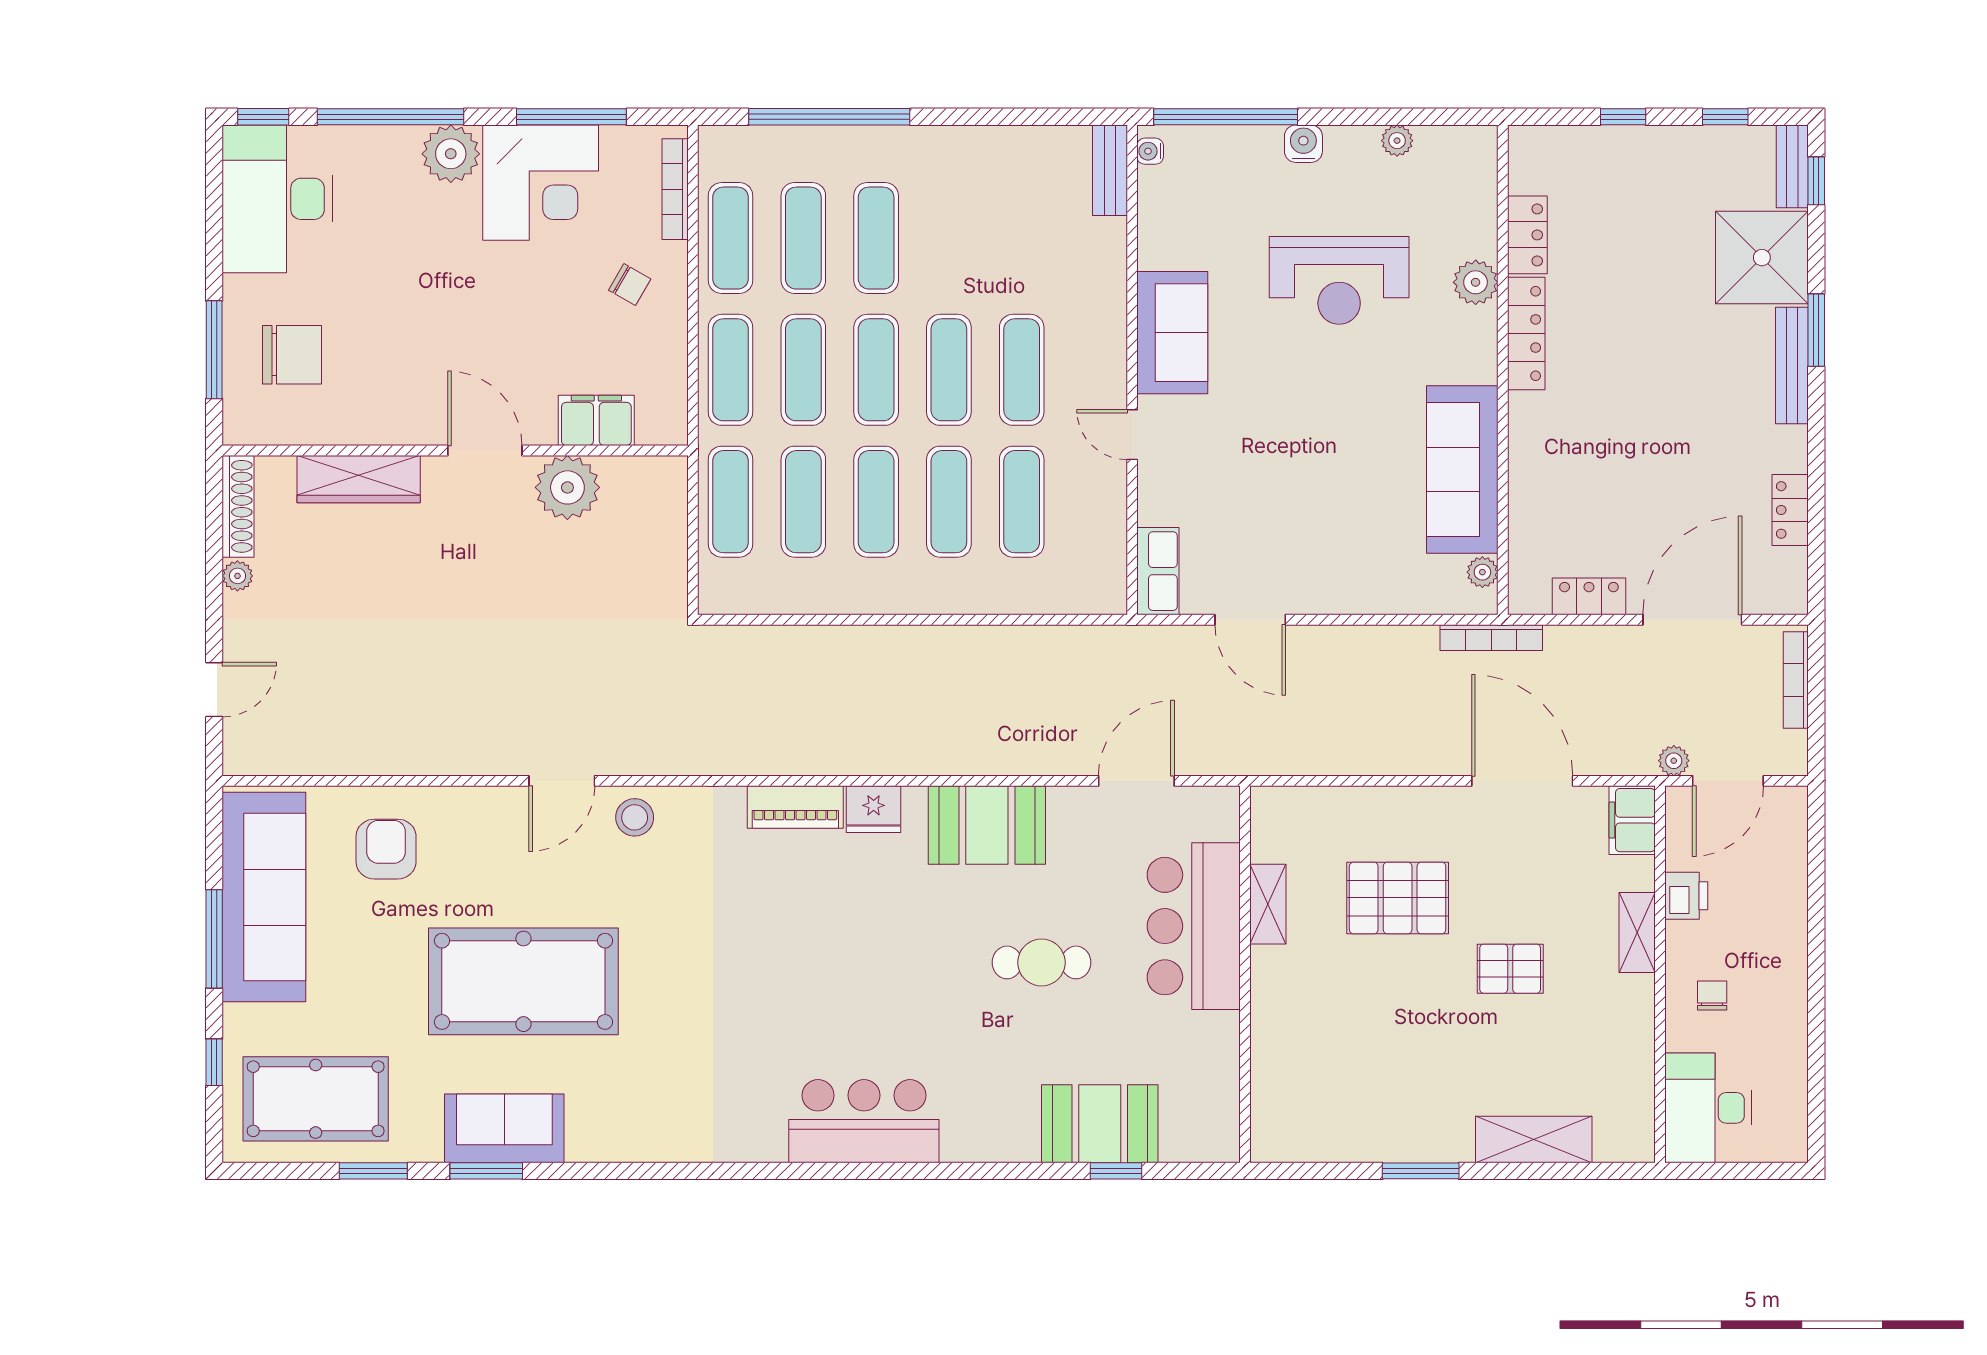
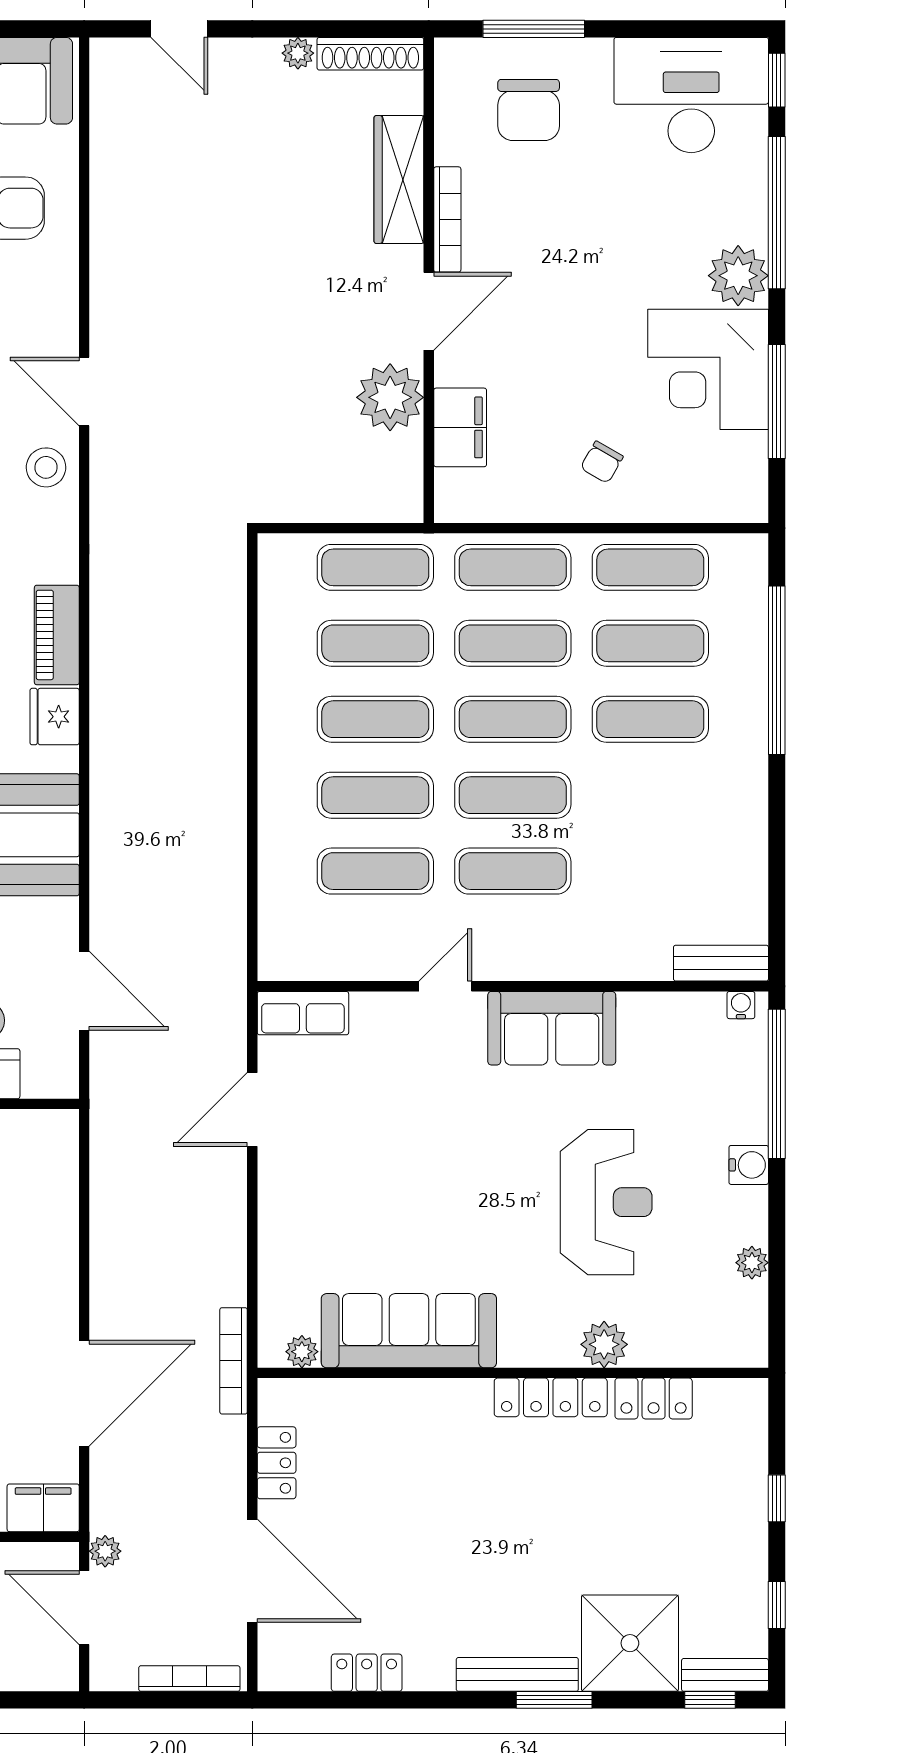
bookcase: (675, 189) -> (447, 219), moved, turned 90
reception desk: (1339, 280) -> (606, 1202), turned 180

